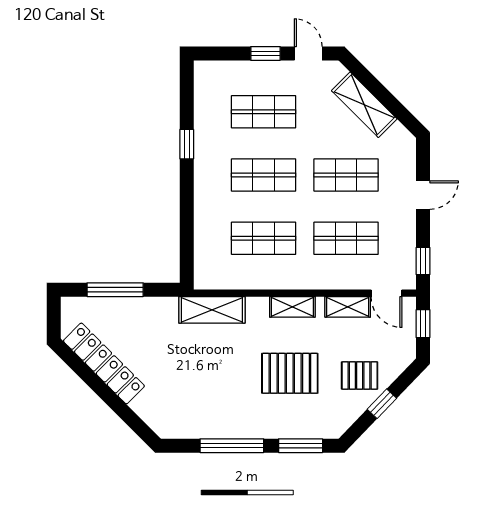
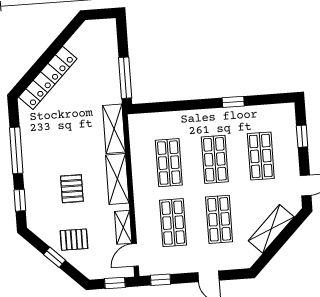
window: (265, 53) -> (302, 136), moved
window: (115, 290) -> (125, 78), moved
shelving: (292, 307) -> (117, 179), width x1.50, depth x1.33
locker: (104, 363) -> (48, 78), moved
pallet: (290, 373) -> (72, 189), width x0.67, depth x0.71
pallet: (360, 375) -> (74, 240), turned 90
window: (301, 446) -> (20, 200), width x0.67

